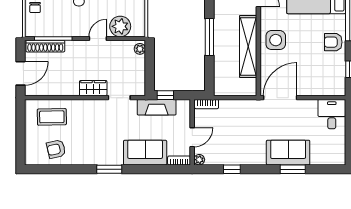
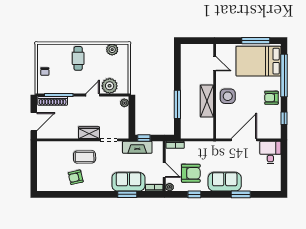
window: (209, 37) -> (177, 104), moved
shelving: (248, 47) -> (207, 101), width x0.68
door: (280, 98) -> (244, 140), moved
coffee table: (52, 117) -> (85, 157), moved
door: (192, 137) -> (164, 170), hinge flipped
armchair: (227, 141) -> (191, 173), added
armchair: (56, 149) -> (76, 177), moved
sofa: (288, 153) -> (225, 182), moved
window: (109, 169) -> (127, 194), moved

